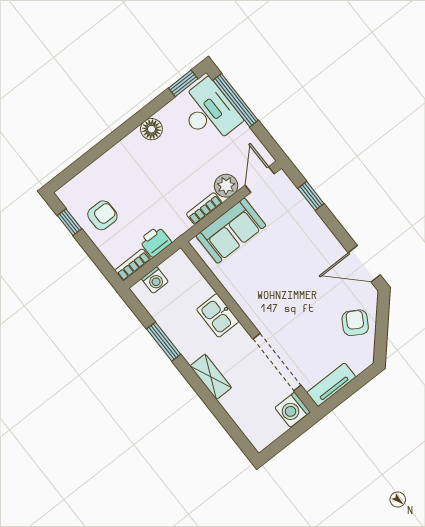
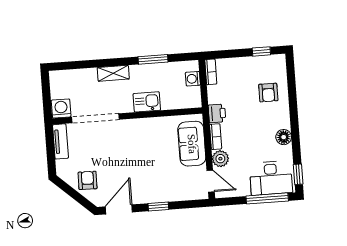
window: (311, 196) -> (158, 206), moved
armchair: (102, 215) -> (268, 93), moved
printer: (155, 241) -> (217, 113), moved
armchair: (355, 323) -> (88, 180), turned -120

